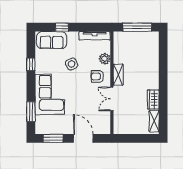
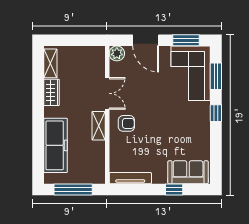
plant: (105, 59) -> (117, 53), moved
freezer: (150, 60) -> (56, 145), added
window: (31, 64) -> (216, 113), moved
side table: (72, 64) -> (161, 140), removed
corner sofa: (50, 94) -> (191, 73), moved

